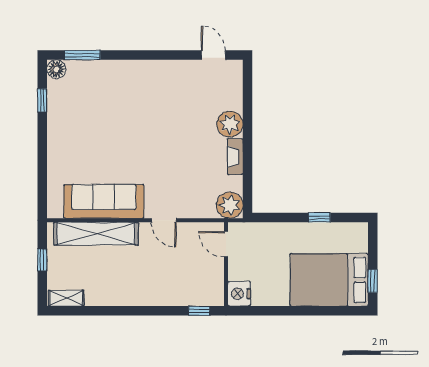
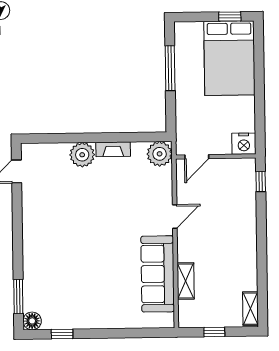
window: (319, 217) -> (170, 68), width x2.17
shelving: (96, 234) -> (186, 281), width x0.45, depth x0.75

